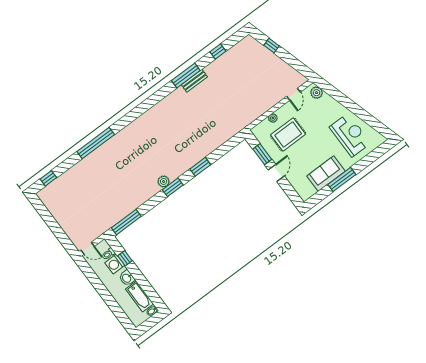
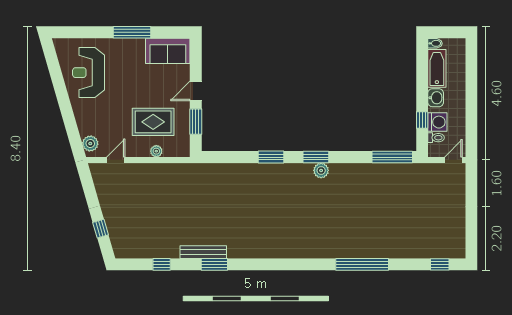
window: (186, 76) -> (214, 264), width x0.69
bench: (194, 81) -> (203, 252), width x1.36
sofa: (326, 174) -> (168, 51), moved
door: (88, 248) -> (453, 160), hinge flipped

